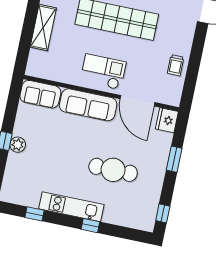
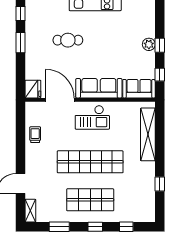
shelving: (43, 28) -> (148, 134), width x1.47
window: (12, 106) -> (160, 75), added
window: (174, 159) -> (21, 43), moved
cafe table: (113, 170) -> (68, 40), width x0.73, depth x0.74

